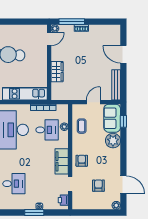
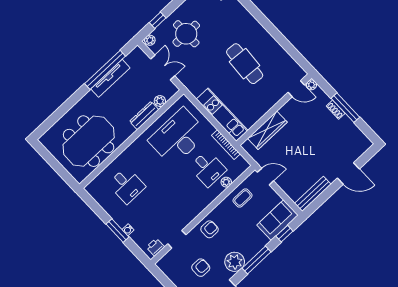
window: (72, 22) -> (345, 108), moved
door: (123, 54) -> (348, 173), swing flipped
wardrobe: (57, 72) -> (267, 130), width x1.50
door: (93, 102) -> (265, 177), moved
plant: (113, 141) -> (235, 262), moved
window: (123, 151) -> (256, 260), added
filing cabinet: (62, 161) -> (191, 211), removed

